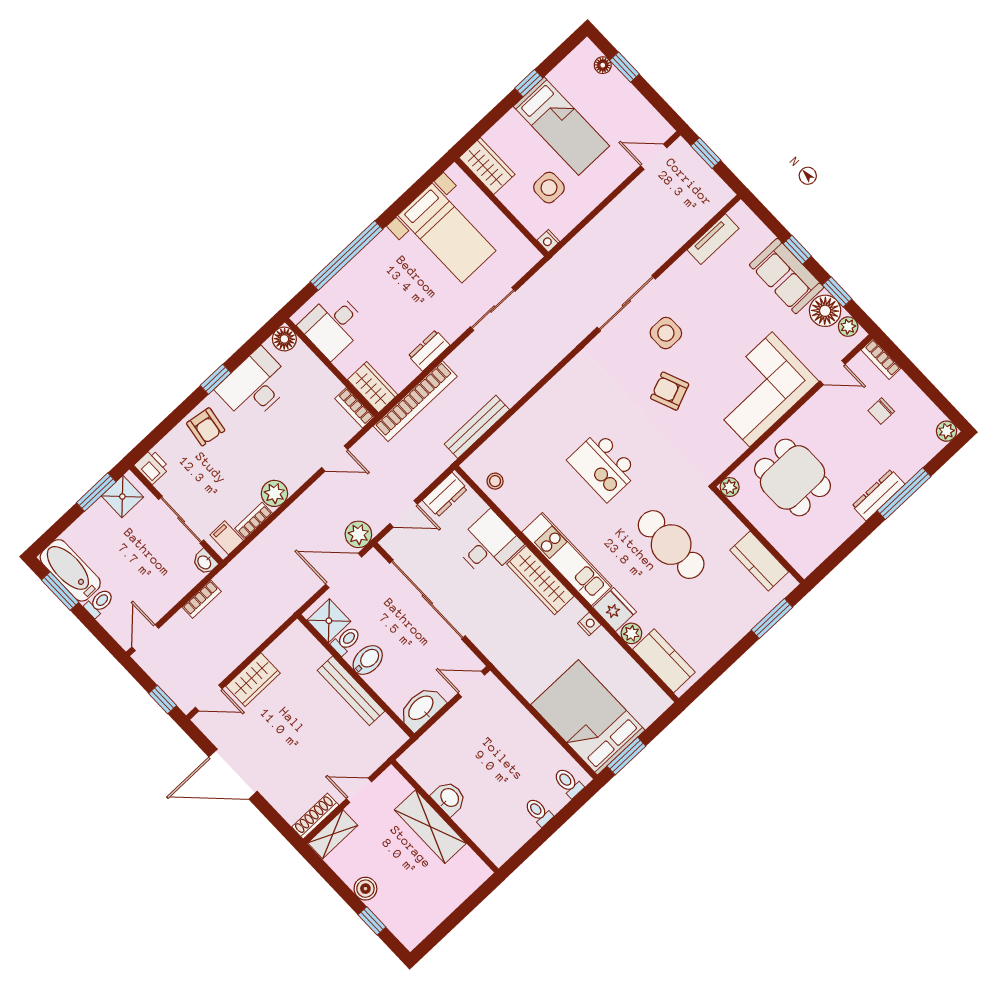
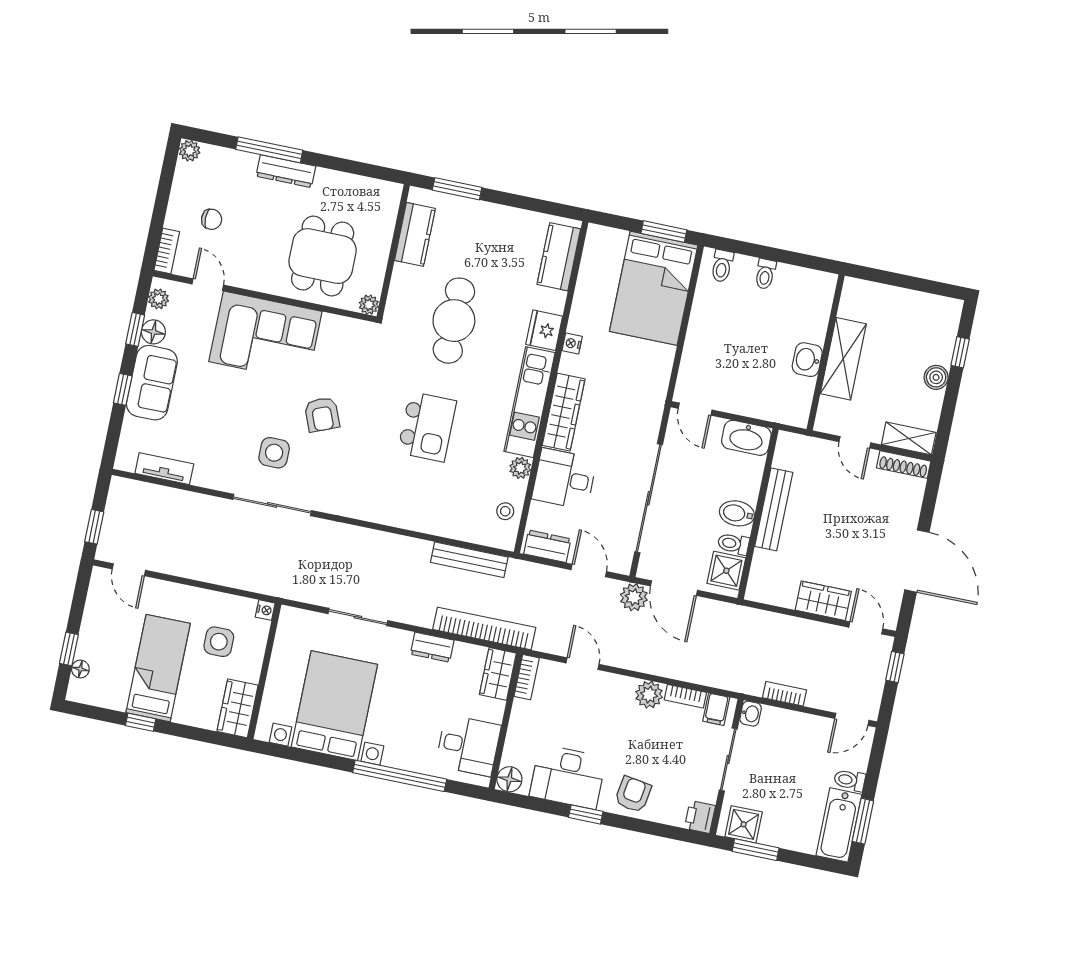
bed with nightstands: (447, 233) -> (334, 706), width x1.36
floor lamp: (825, 311) -> (153, 332), width x0.73, depth x0.73
plant: (631, 633) -> (520, 468), moved

